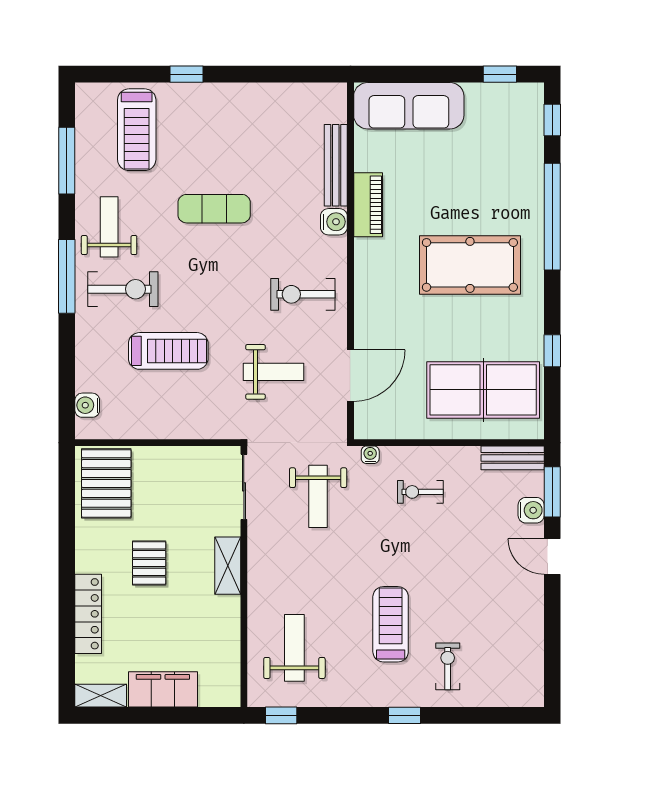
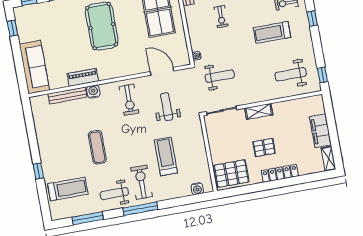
exercise bike: (420, 492) -> (221, 17), moved
locker: (88, 614) -> (280, 173), moved

